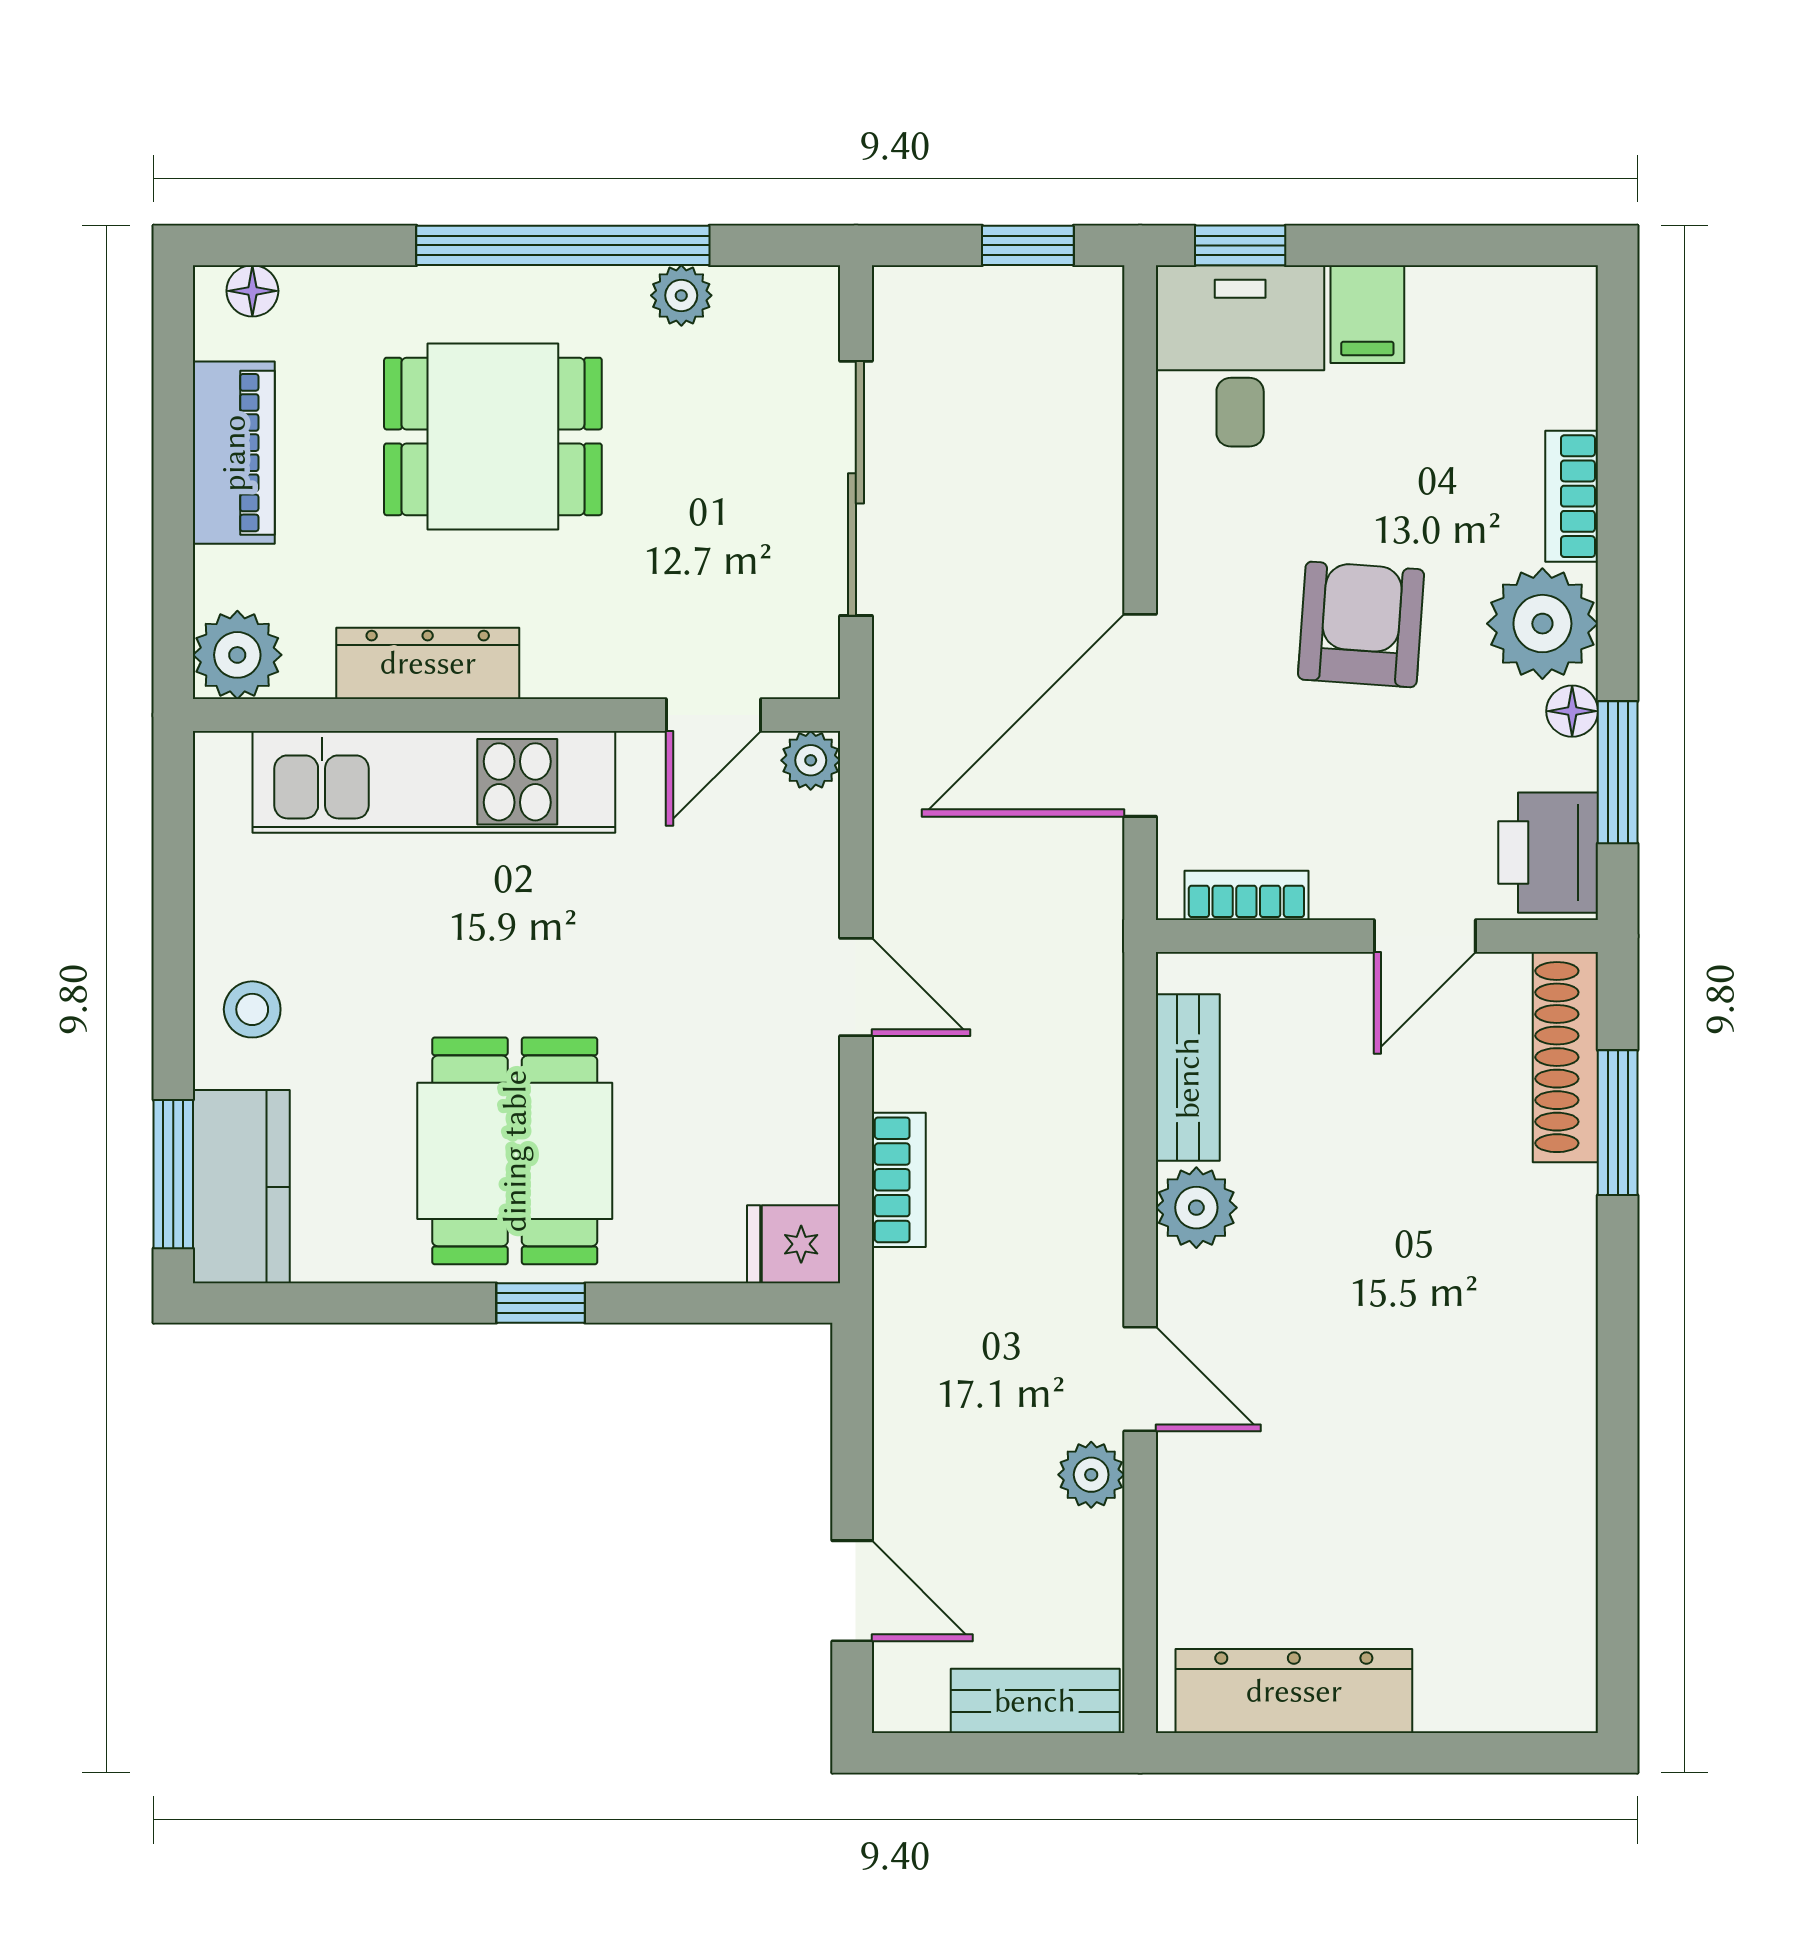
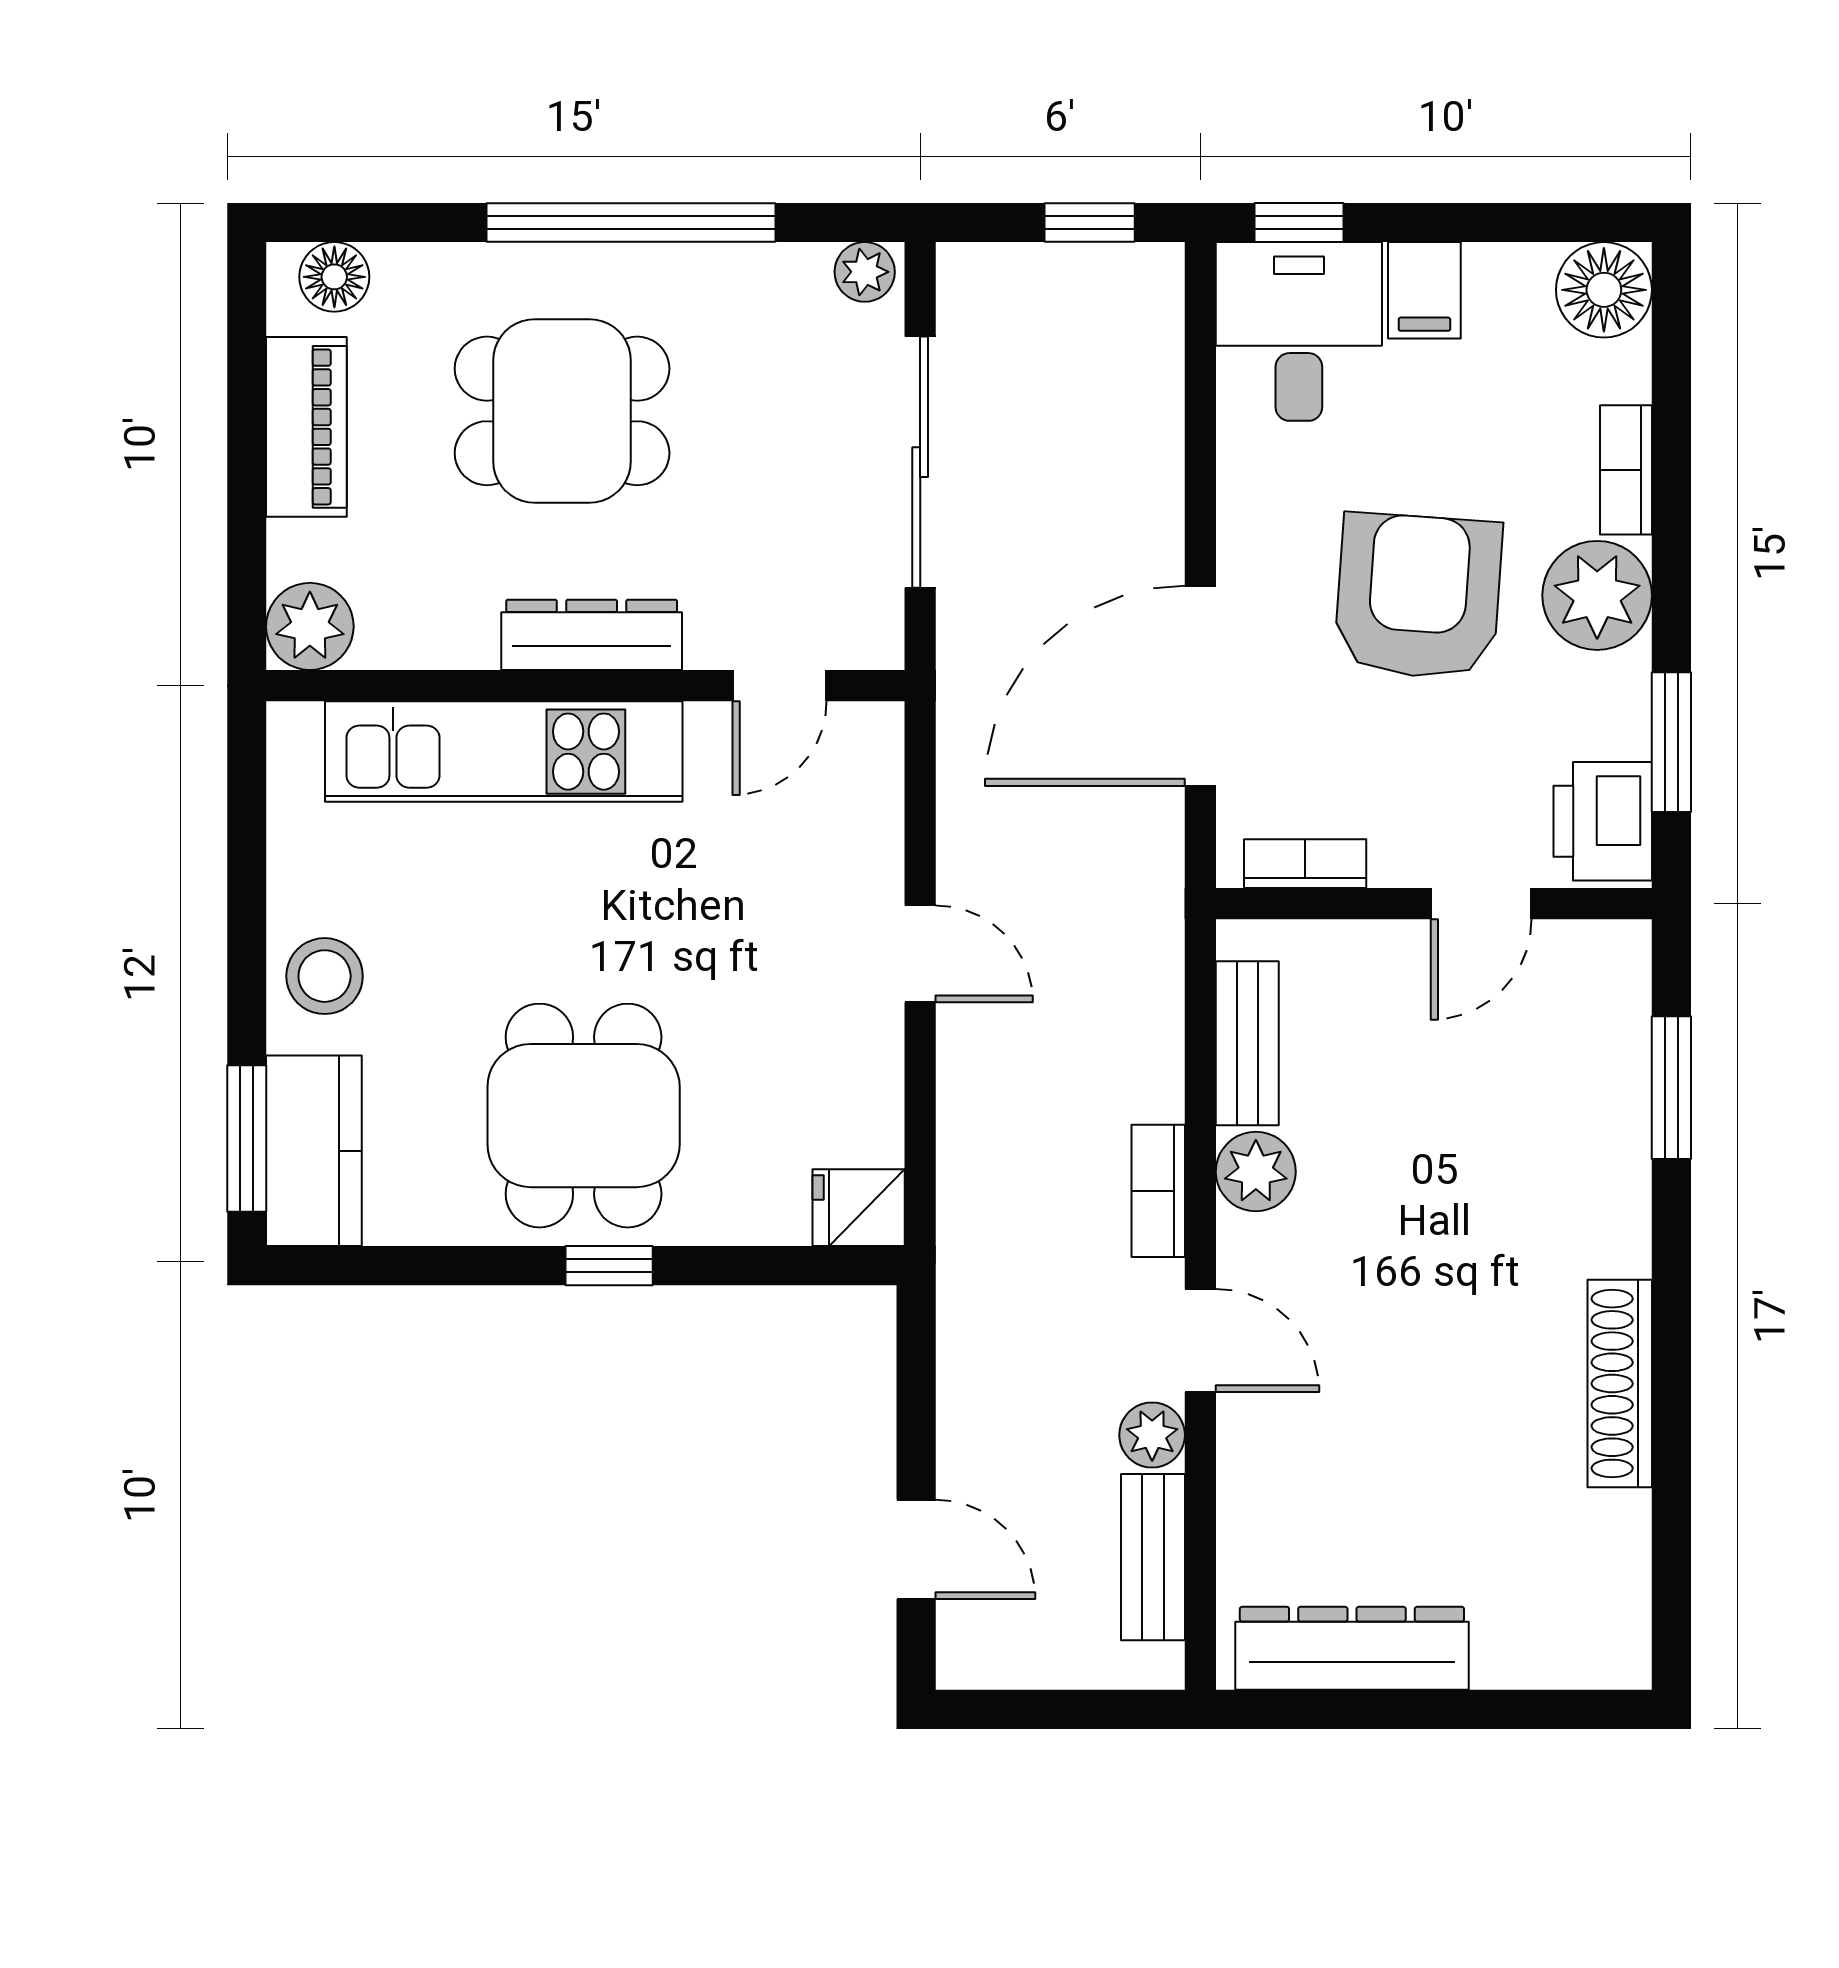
floor lamp: (252, 291) -> (334, 277), width x1.37, depth x1.37
plant: (681, 295) -> (865, 272), moved
armchair: (1361, 624) -> (1418, 596), width x1.36, depth x1.36
dresser: (428, 663) -> (592, 635), moved
floor lamp: (1572, 711) -> (1604, 290), moved, width x1.89, depth x1.89
plant: (811, 760) -> (875, 730), removed
stool: (252, 1009) -> (325, 976), width x1.37, depth x1.37
shoe rack: (1565, 1057) -> (1620, 1384), moved
bookcase: (899, 1180) -> (1158, 1191), moved, turned 180
bench: (1035, 1701) -> (1153, 1557), moved, turned 90

